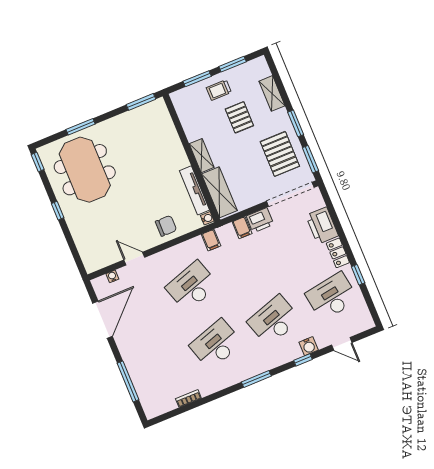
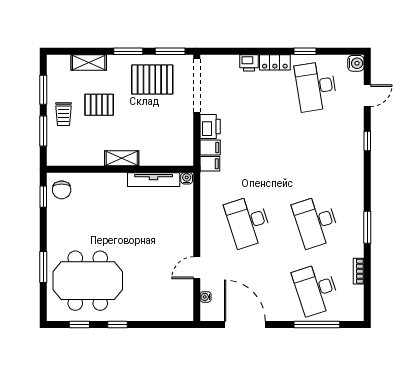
window: (141, 102) -> (43, 197), width x0.67
window: (38, 162) -> (79, 324), moved
shelving: (219, 192) -> (166, 156), removed
chair: (166, 226) -> (62, 190), moved, turned 180
printer: (322, 226) -> (249, 63), width x0.53, depth x0.68
filing cabinet: (211, 240) -> (210, 164), moved
desk: (274, 320) -> (316, 289), moved
water cooler: (309, 346) -> (356, 63), moved
window: (256, 379) -> (367, 227), moved

